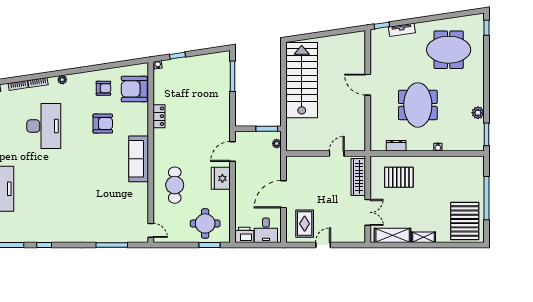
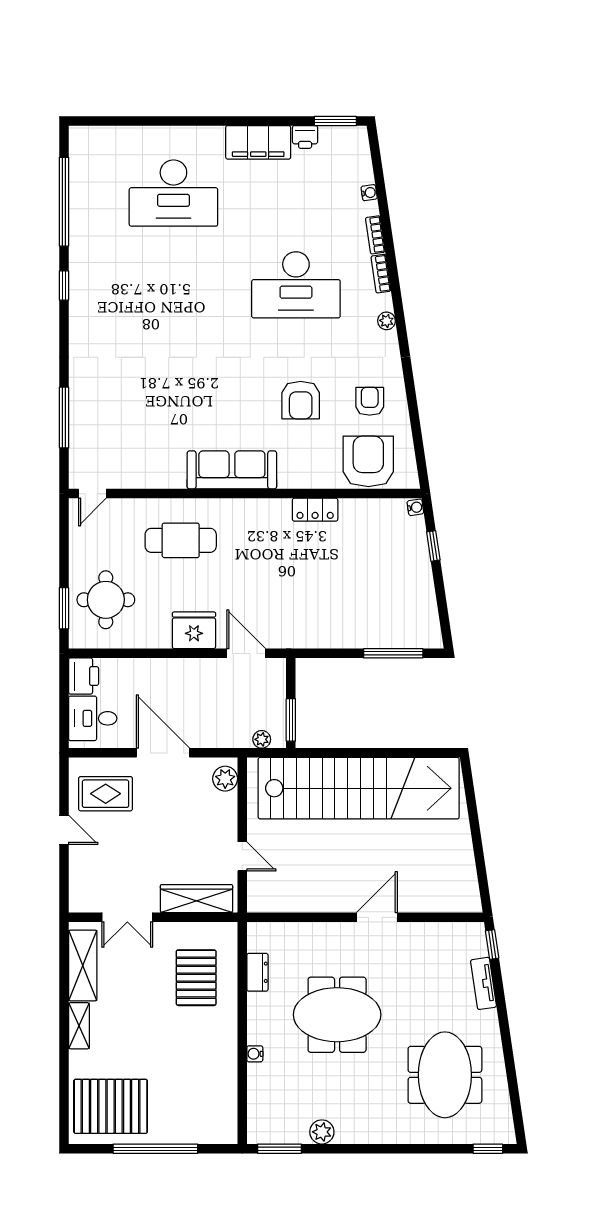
stairs: (302, 80) -> (359, 788), width x1.36
armchair: (103, 88) -> (370, 401), turned 180
plant: (297, 162) -> (225, 779), added

